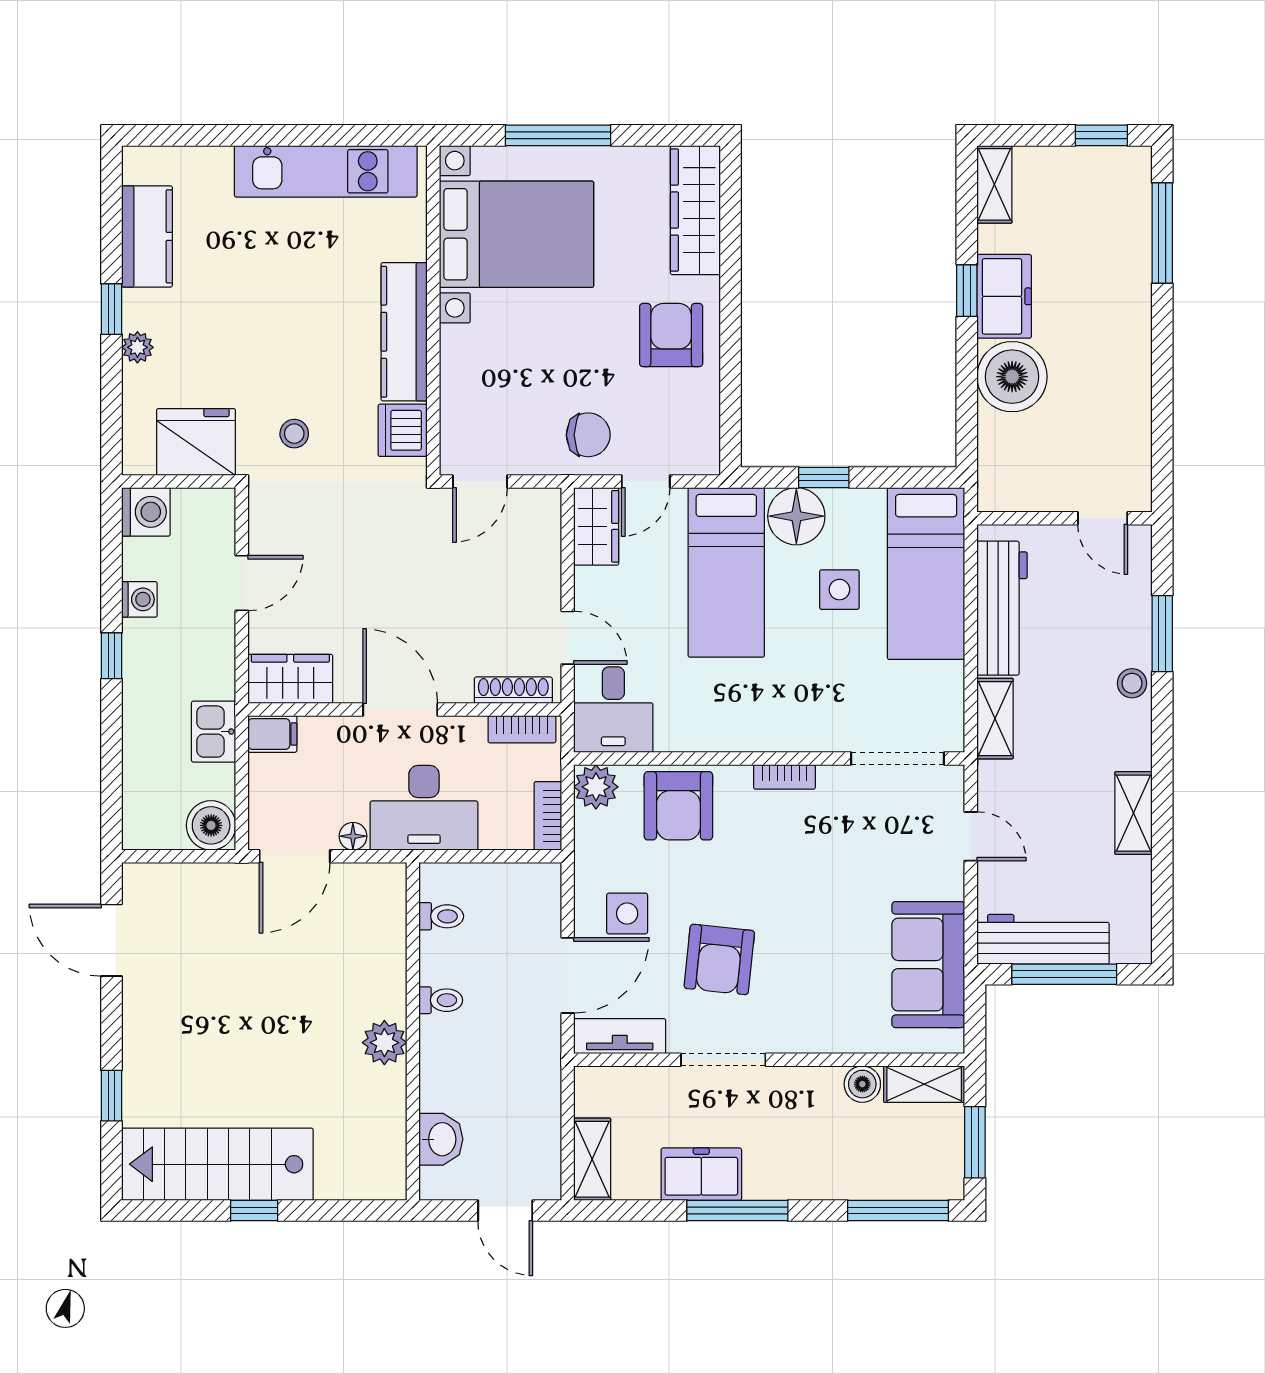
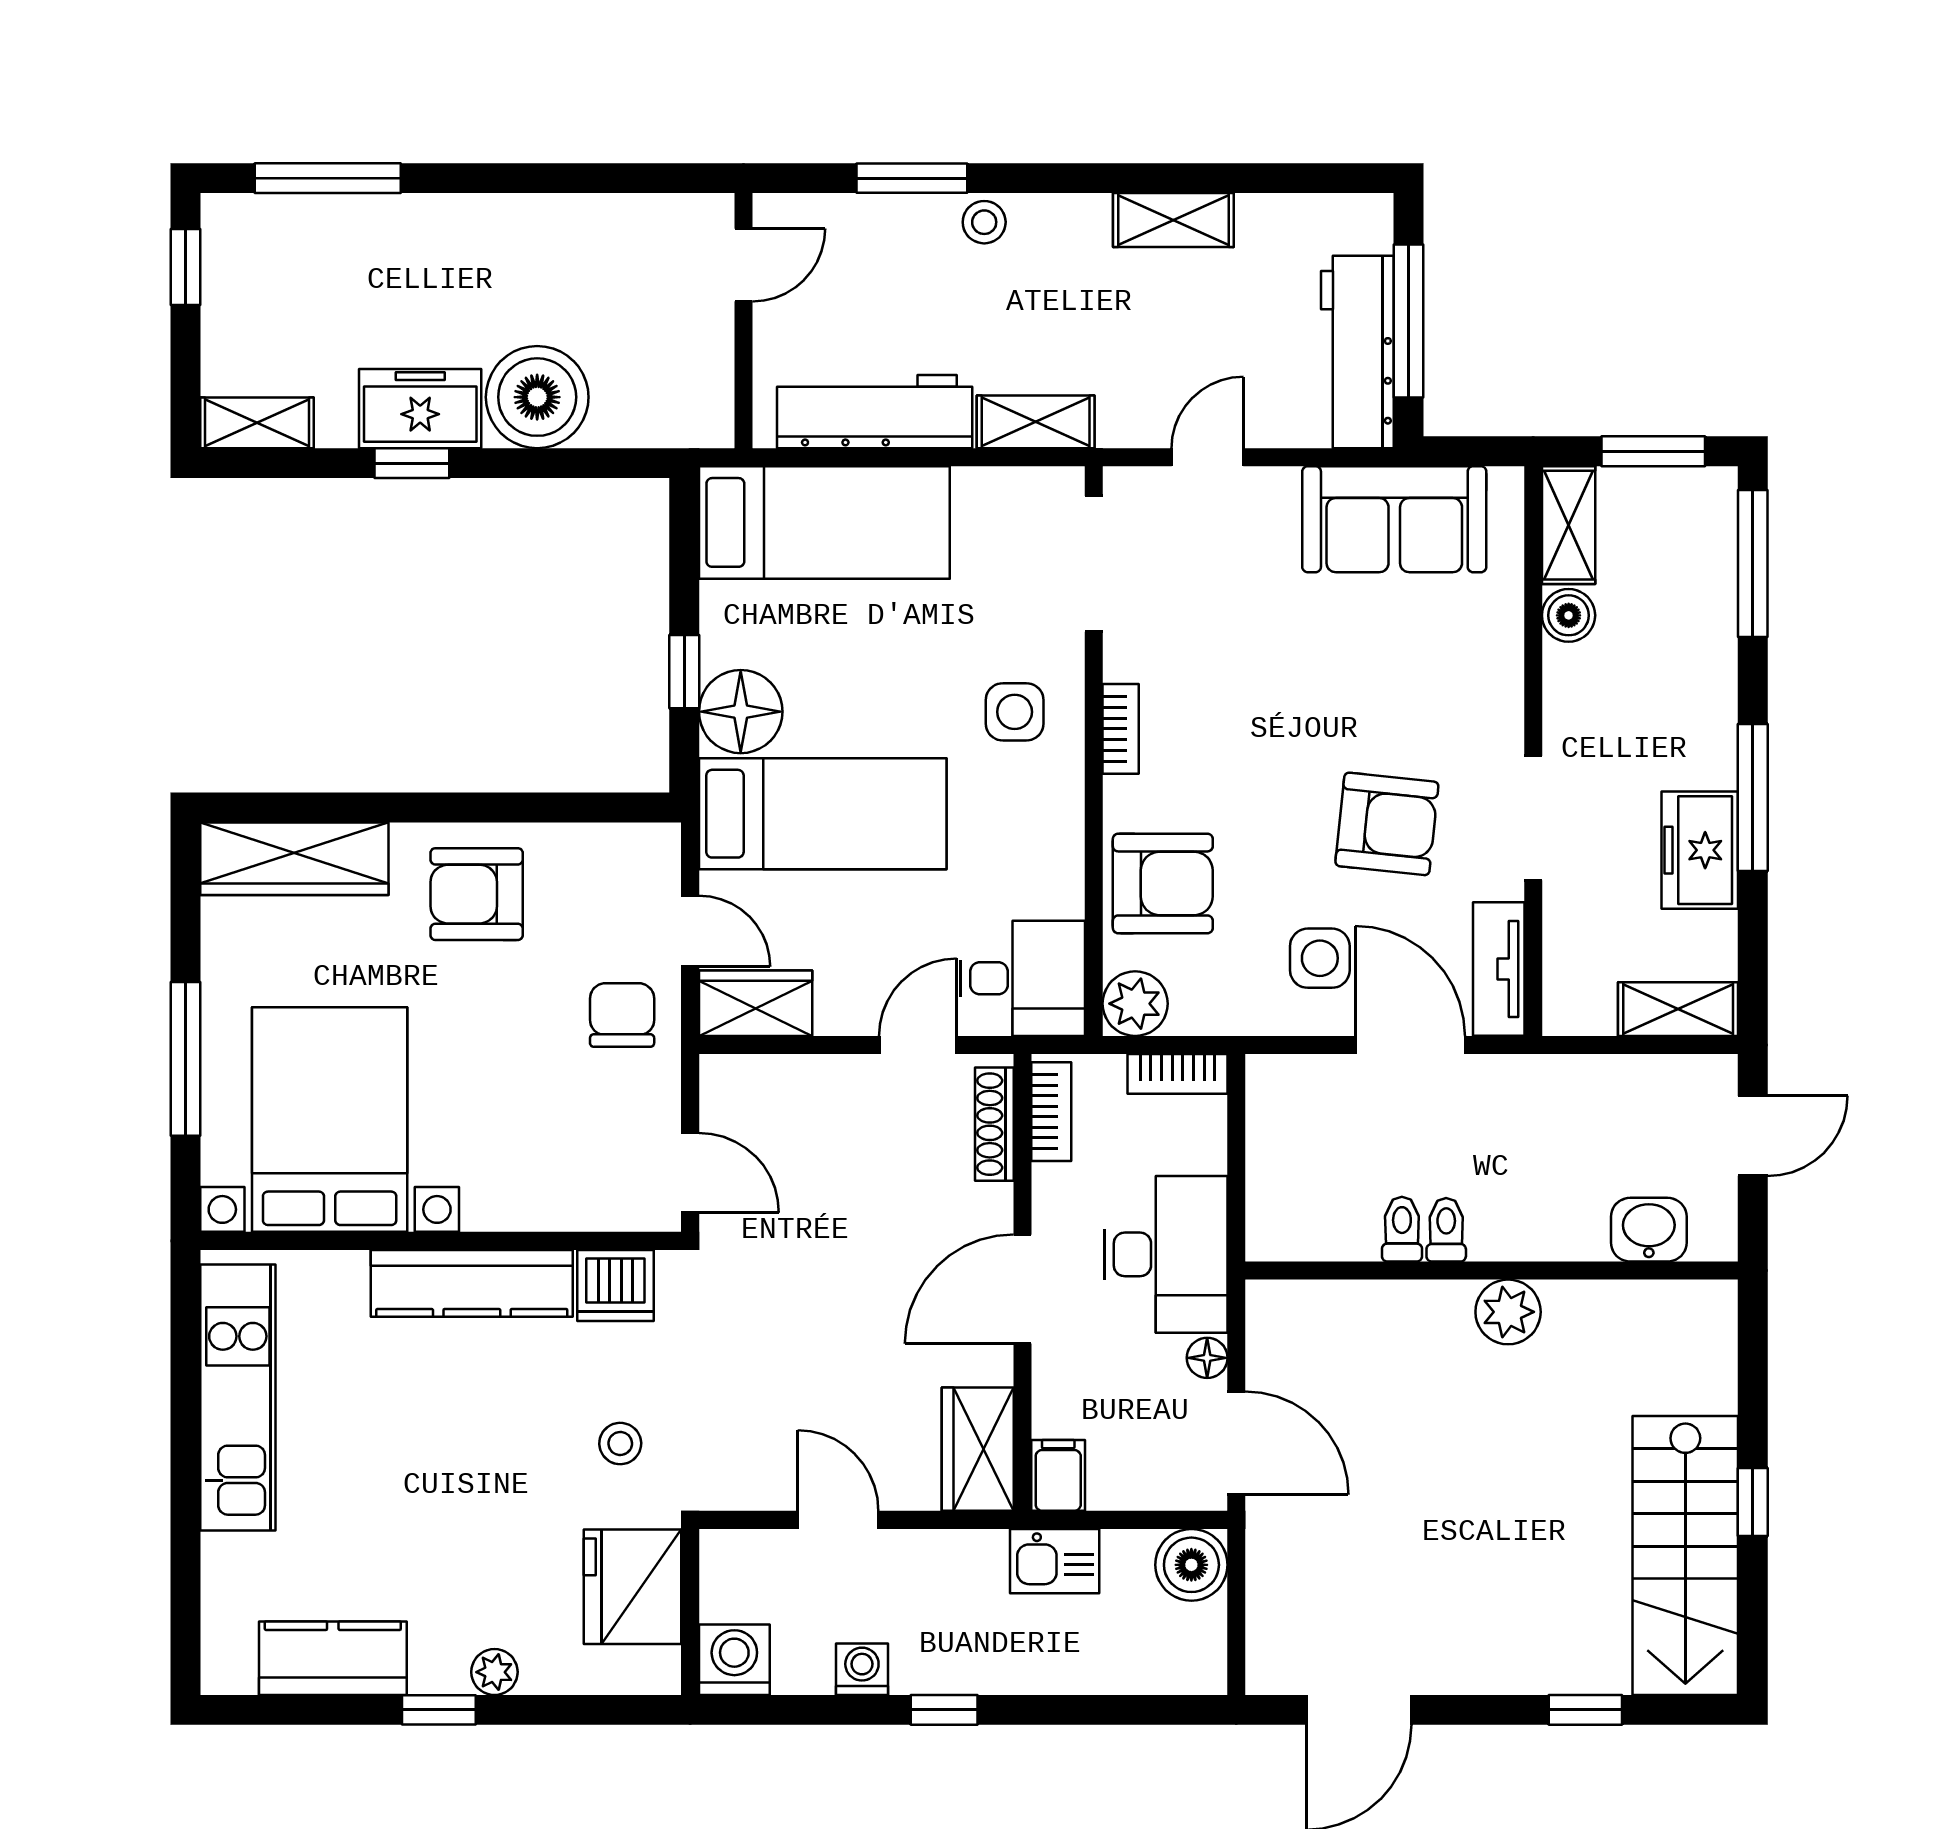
side table: (839, 590) -> (1015, 712), moved
toilet: (441, 916) -> (1402, 1229), moved

